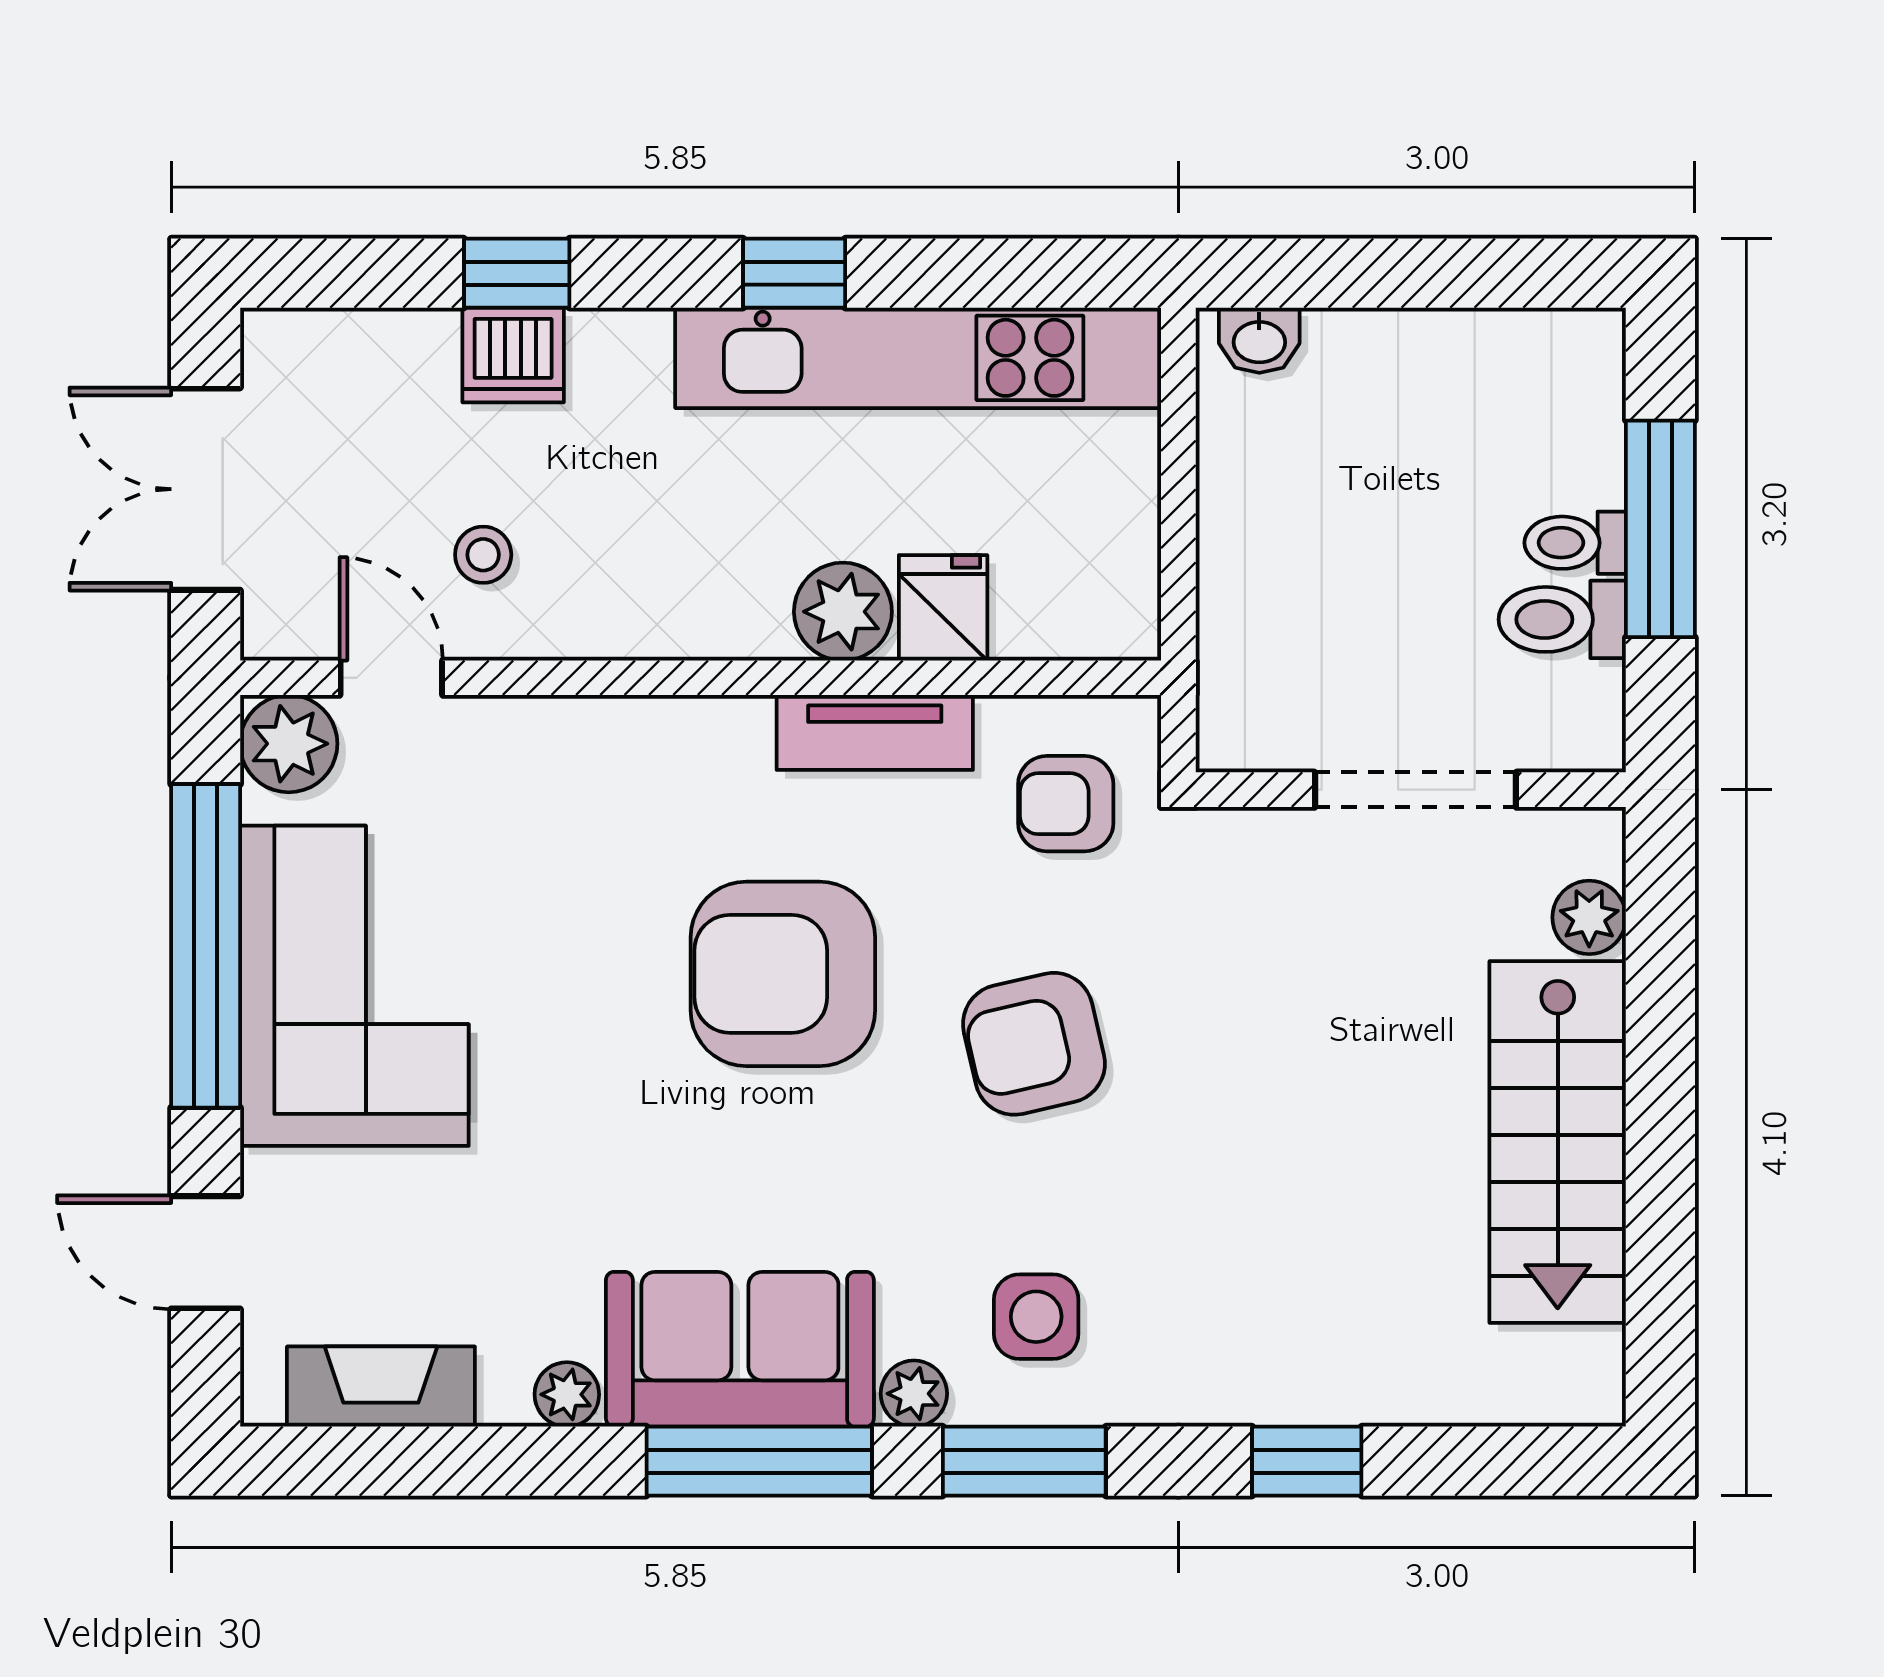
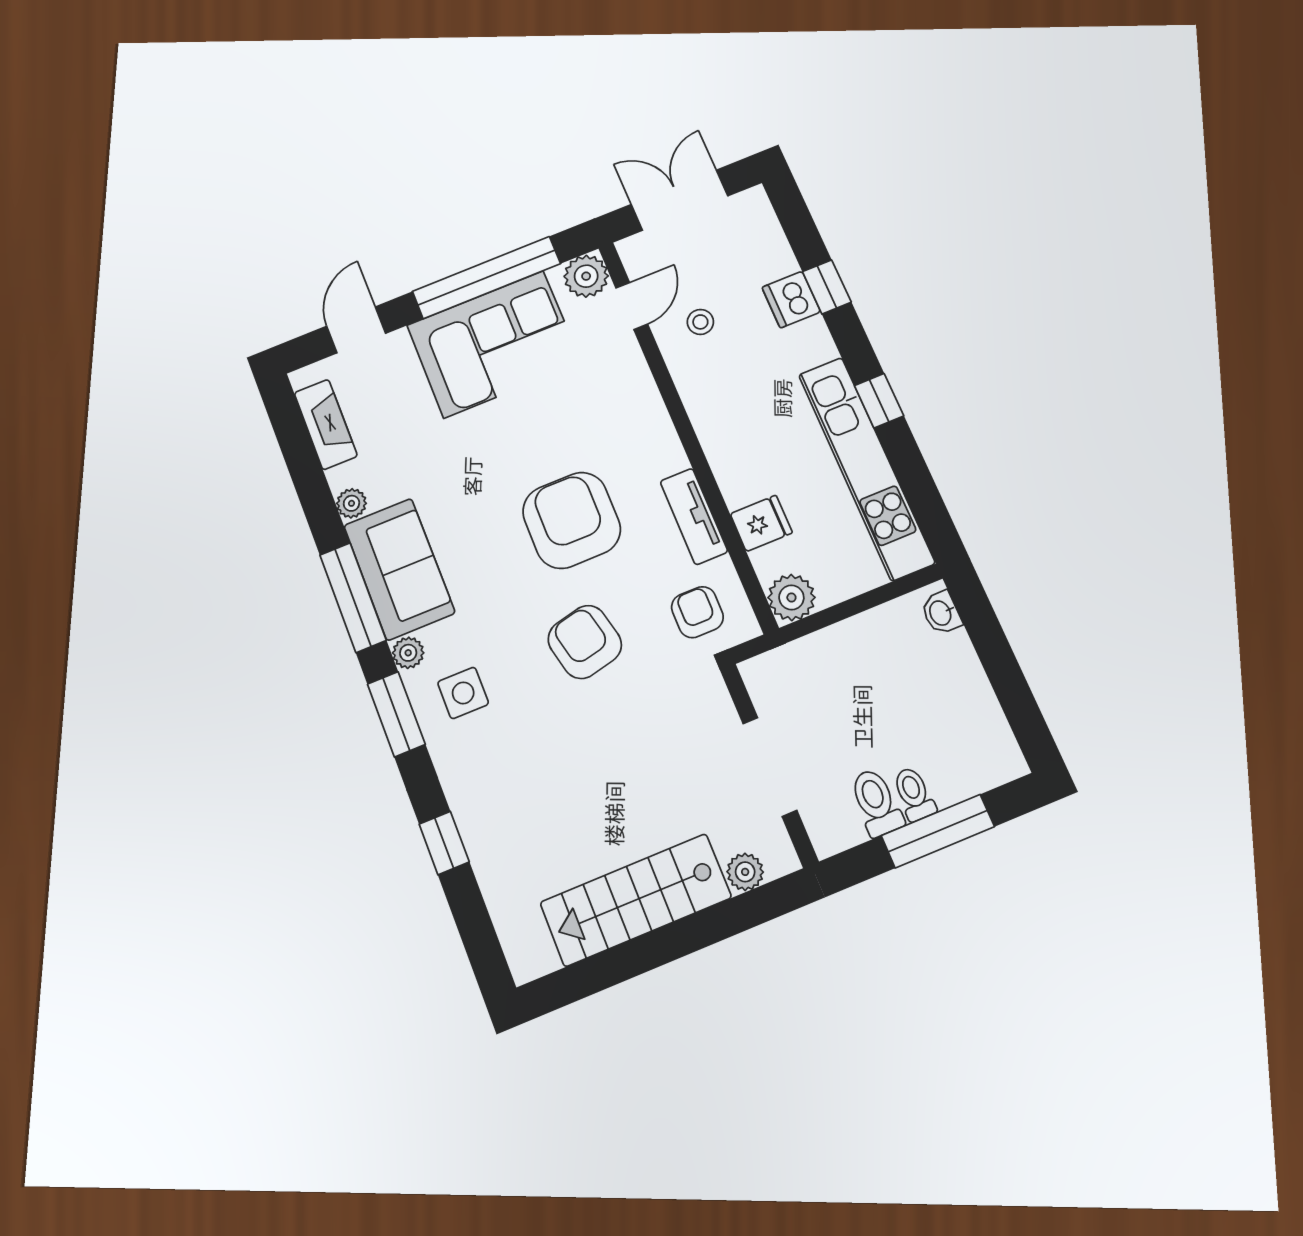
plant: (843, 612) -> (791, 597), moved

